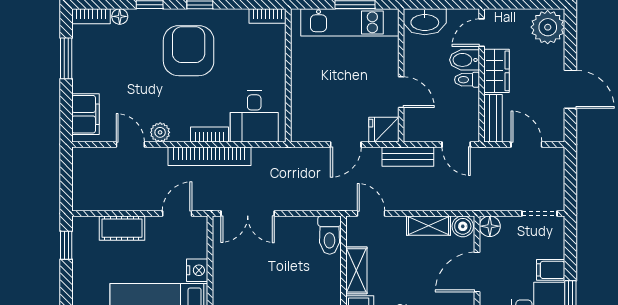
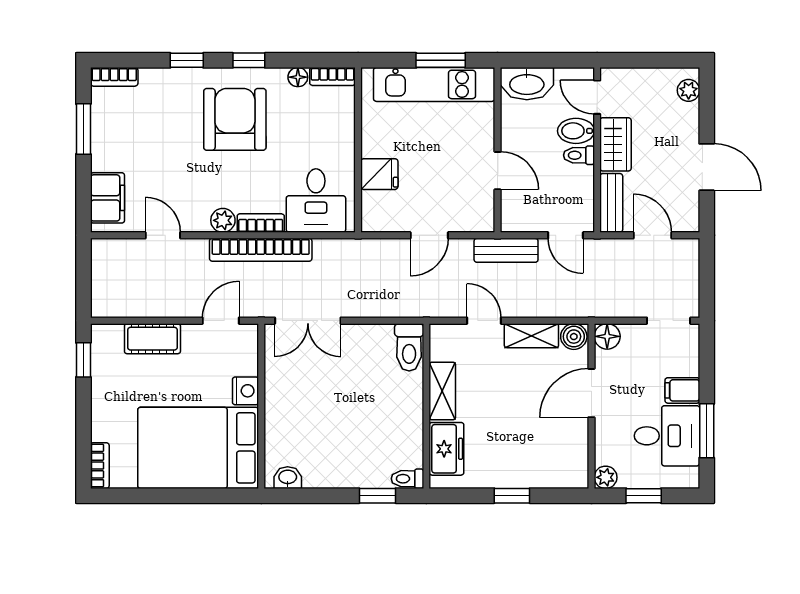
floor lamp: (120, 16) -> (298, 77), moved
plant: (548, 27) -> (689, 90), width x0.53, depth x0.53
door: (482, 33) -> (597, 97), hinge flipped
fridge: (384, 130) -> (379, 174), moved, turned 180
plant: (160, 132) -> (223, 220), moved
door: (371, 214) -> (484, 321), moved

